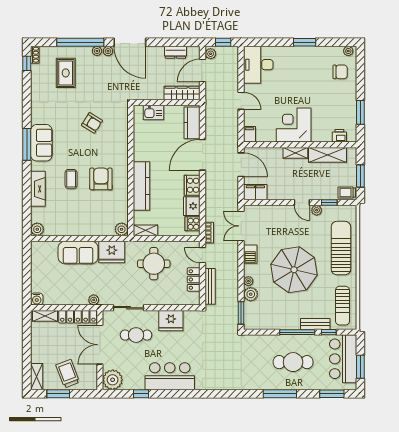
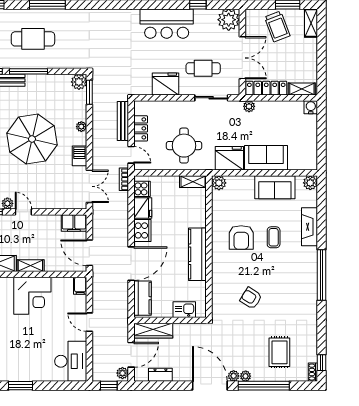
sofa: (41, 143) -> (275, 187), moved, turned -90
window: (27, 144) -> (322, 275), width x1.46
kitchen counter: (141, 186) -> (197, 254), moved
plant: (251, 294) -> (79, 82), moved

